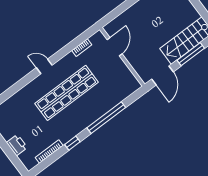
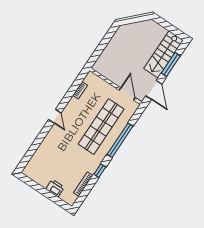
door: (115, 47) -> (127, 94), moved
door: (44, 66) -> (55, 116), swing flipped
shop shelf: (67, 93) -> (101, 127), moved

